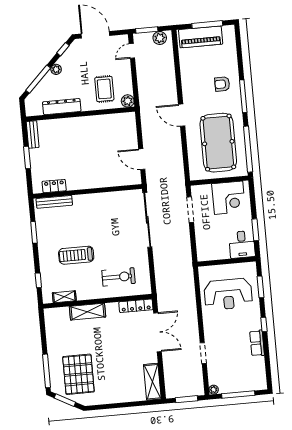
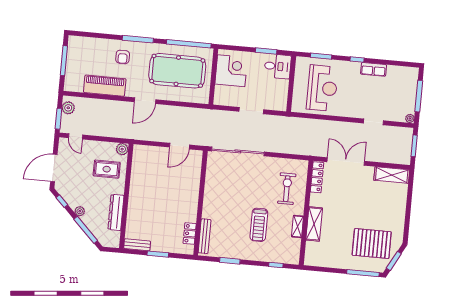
piano: (201, 37) -> (105, 86), moved, turned -90
doorway: (190, 210) -> (251, 111), moved
shelving: (64, 297) -> (298, 227), moved

